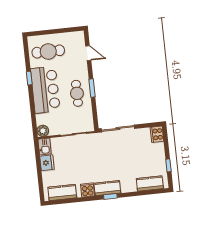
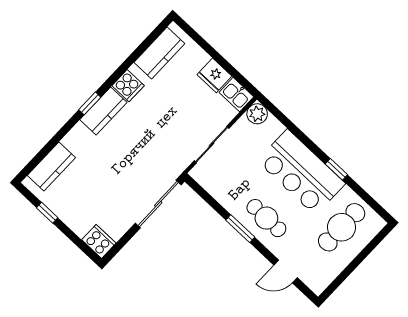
cafe table: (77, 93) -> (266, 218), moved

